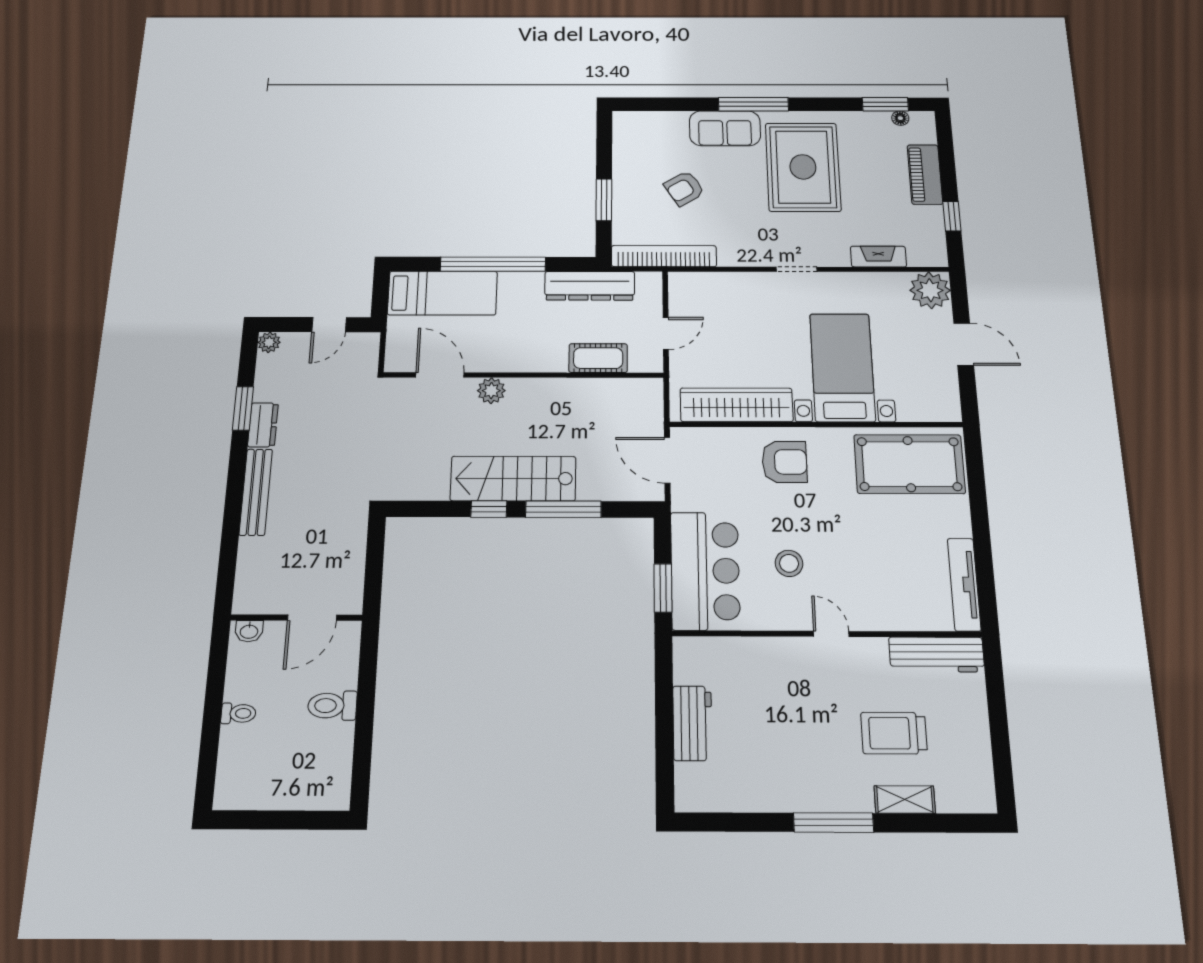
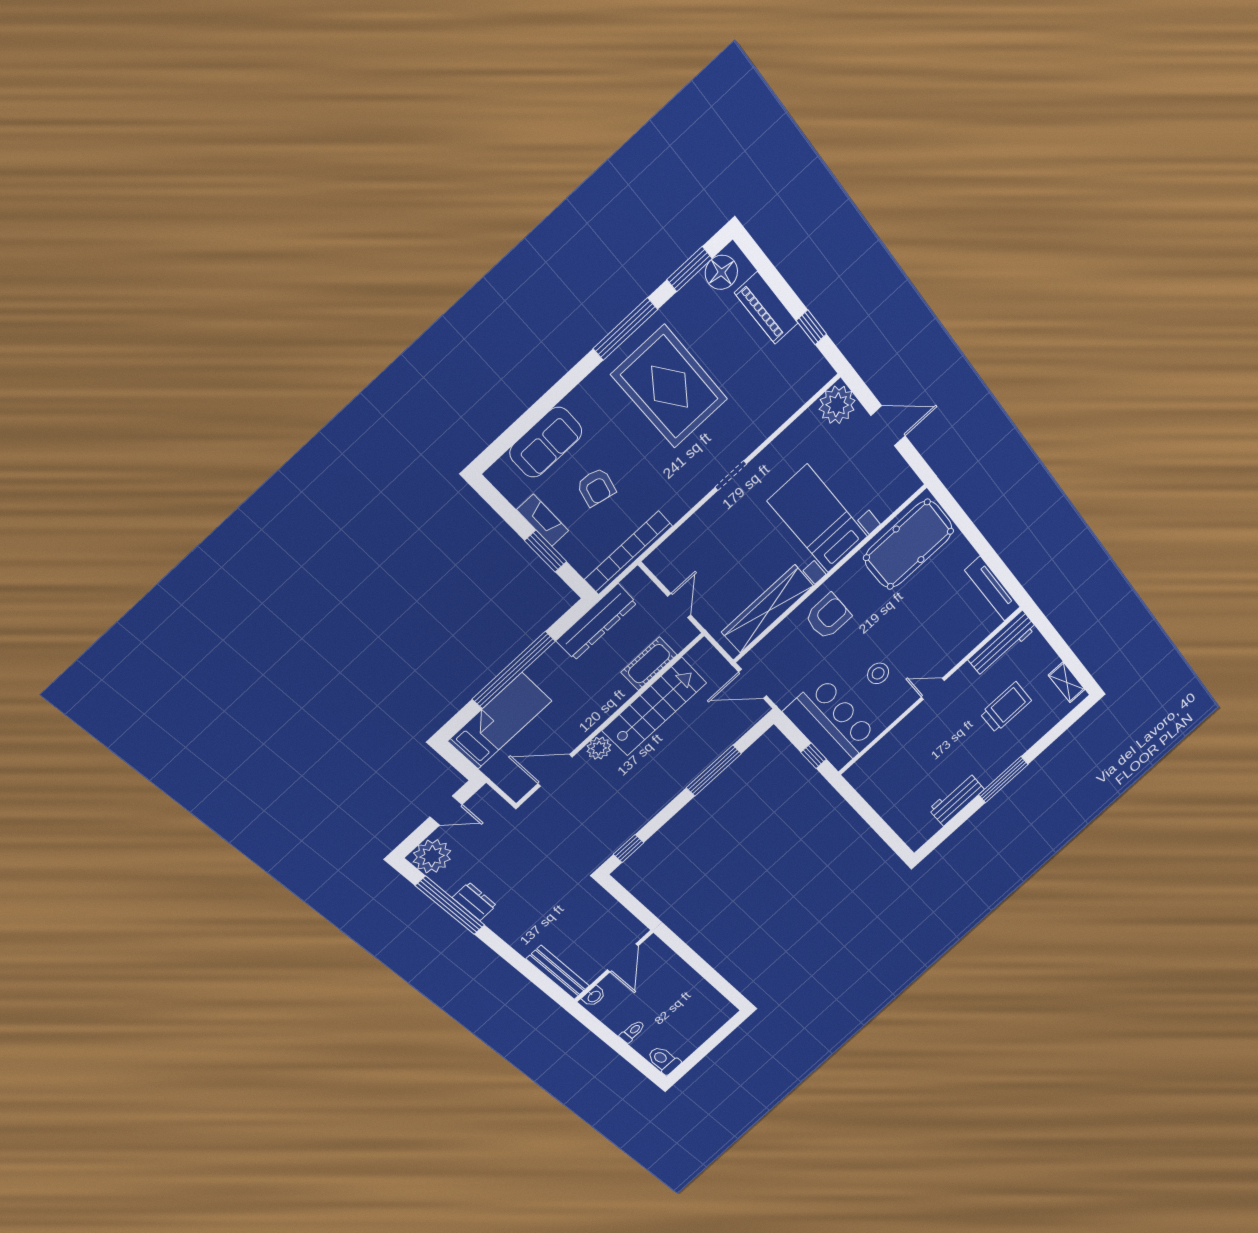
window: (753, 104) -> (625, 329), moved
floor lamp: (900, 118) -> (721, 272), width x1.89, depth x1.89
sofa: (725, 128) -> (546, 442), moved
armchair: (684, 188) -> (596, 487), turned -45
fireplace: (878, 257) -> (543, 520), moved, turned 90
door: (329, 325) -> (446, 811), hinge flipped
plant: (269, 342) -> (432, 856), width x1.88, depth x1.88
window: (243, 408) -> (450, 905), width x2.11
stairs: (513, 479) -> (654, 707), moved, turned 180
bench: (256, 492) -> (558, 972), moved
window: (489, 509) -> (629, 849), moved
window: (663, 588) -> (814, 756), width x0.67
toilet: (332, 706) -> (664, 1060), moved, turned 90
workbench: (692, 723) -> (956, 799), moved, turned -90
trolley: (894, 733) -> (1006, 707), turned 180
shelving: (905, 800) -> (1067, 682), moved, turned 90

